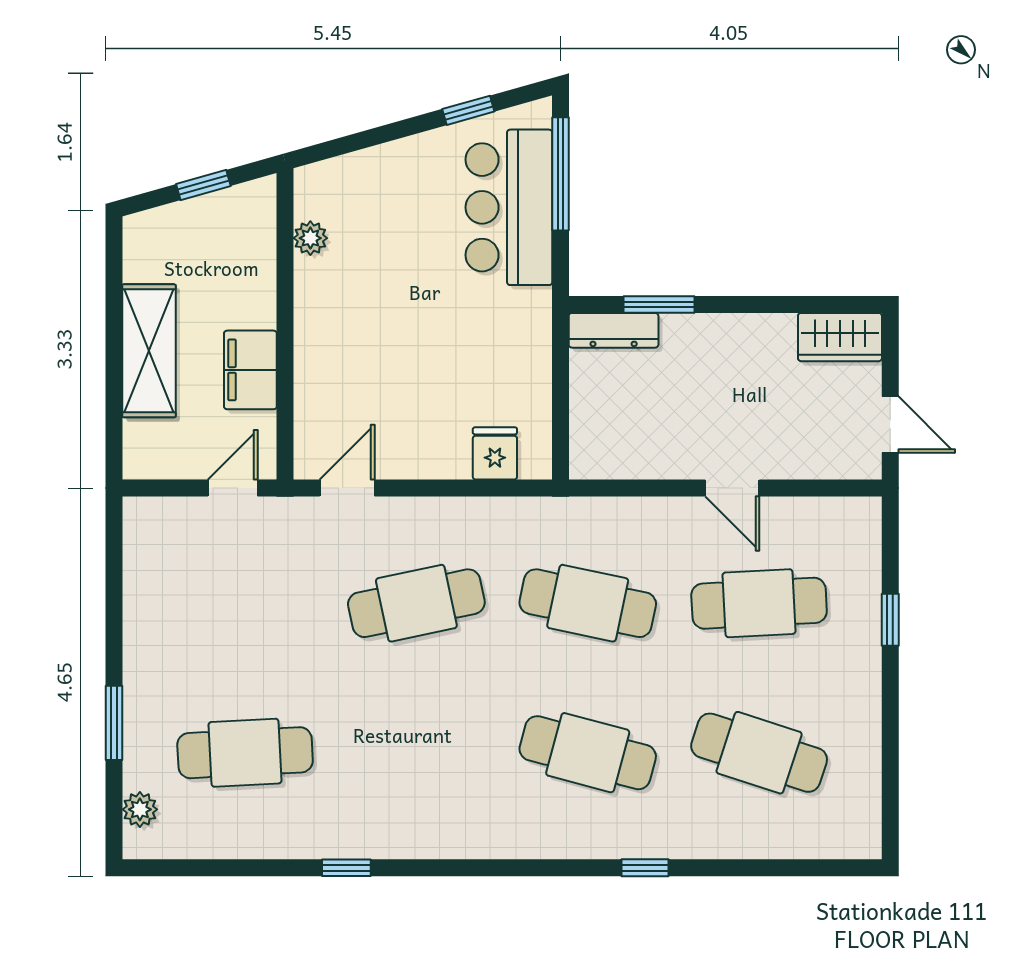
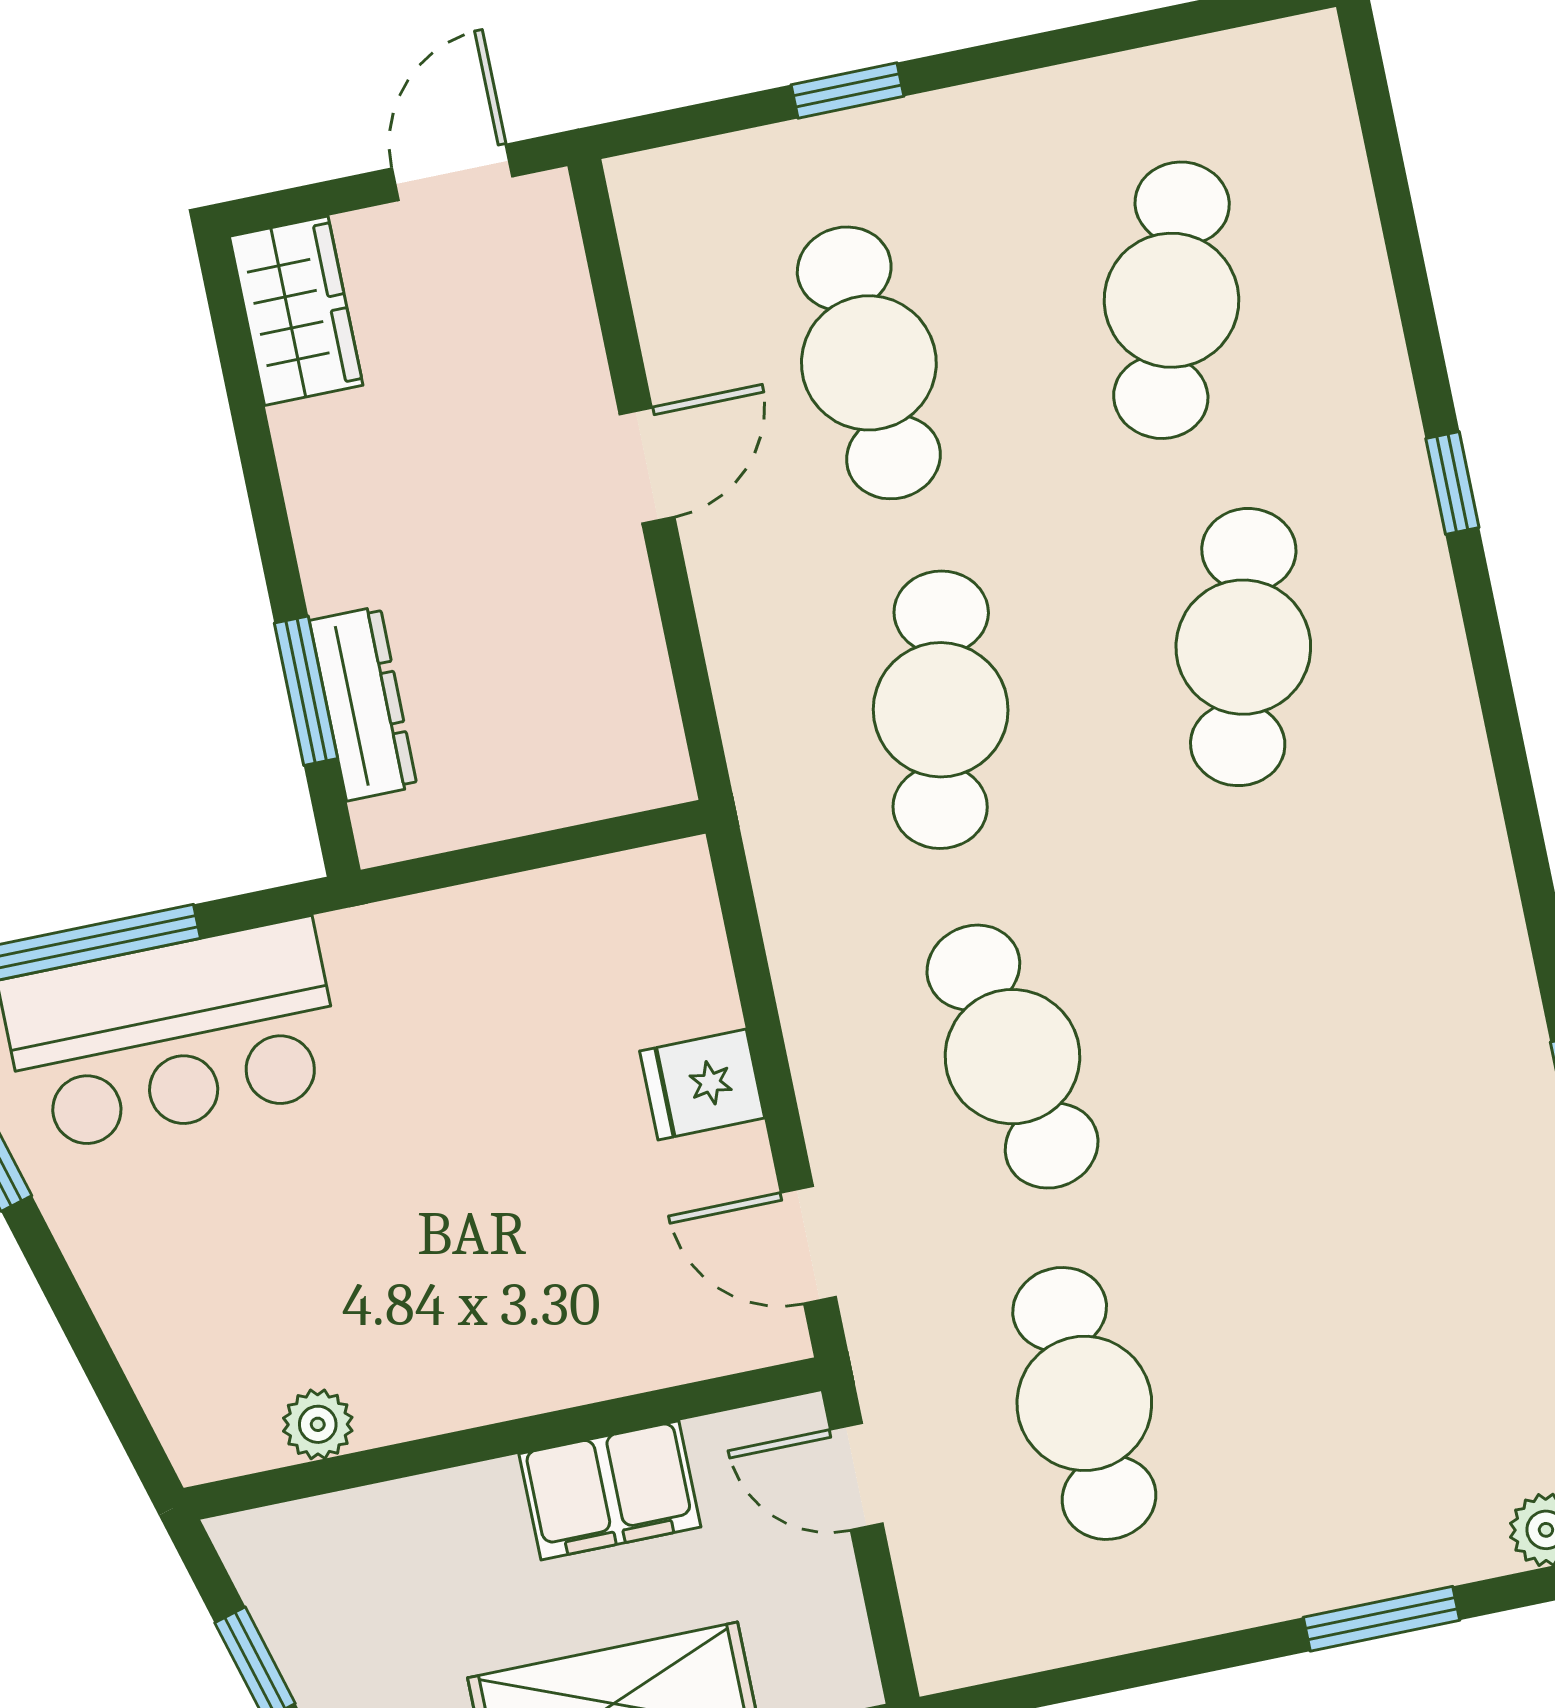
dresser: (614, 330) -> (363, 704), moved
fridge: (495, 453) -> (702, 1084), moved
cafe table: (245, 753) -> (1084, 1403), moved

